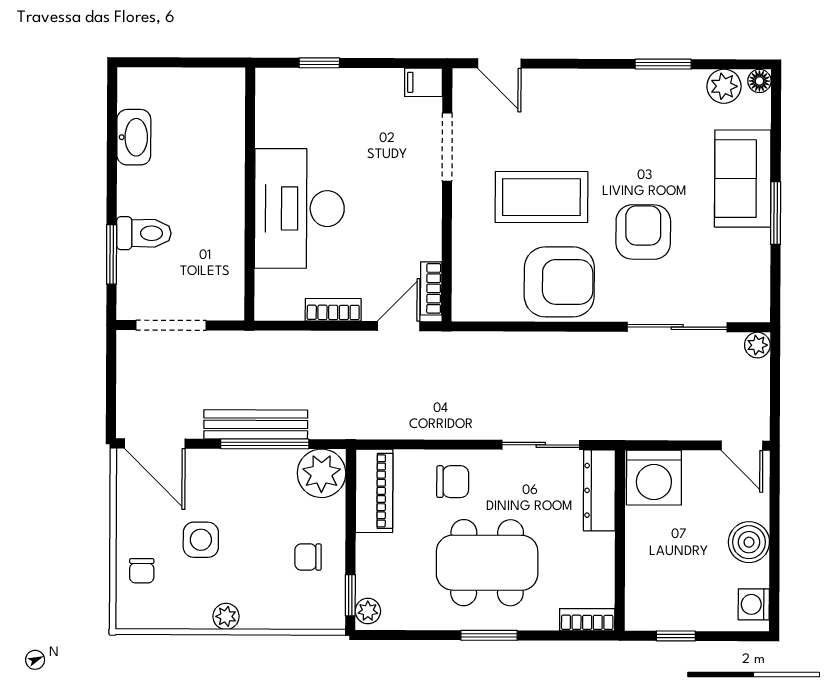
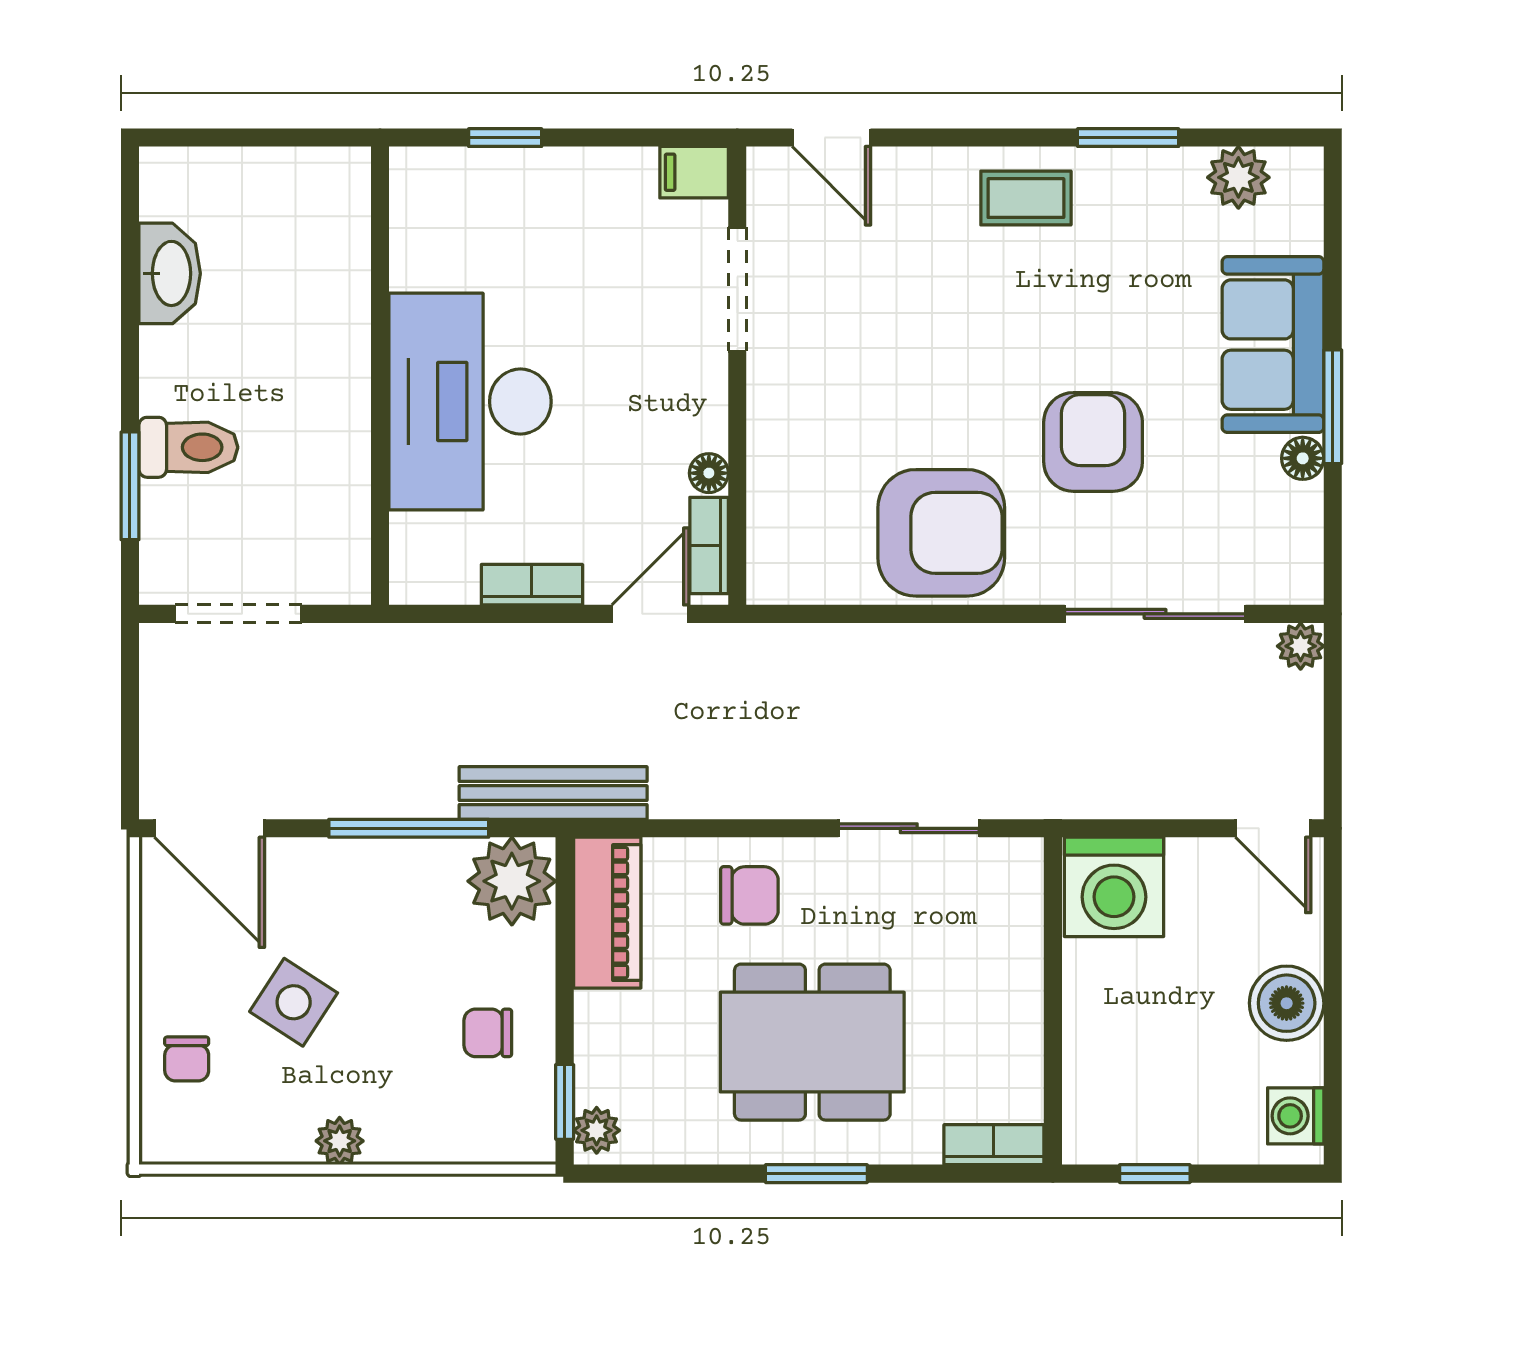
floor lamp: (759, 81) -> (1303, 458), moved
coffee table: (541, 197) -> (1026, 198), moved, width x0.54, depth x0.58
floor lamp: (431, 248) -> (709, 473), added
bench: (256, 424) -> (553, 793), moved
dresser: (599, 490) -> (1015, 910), removed
side table: (201, 540) -> (294, 1002), turned 33

